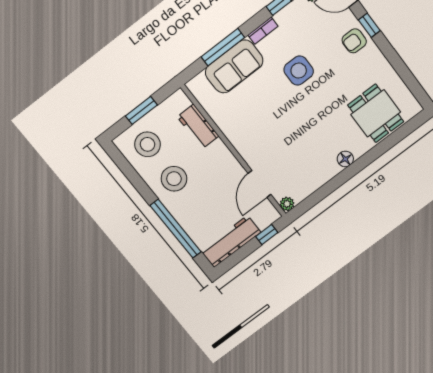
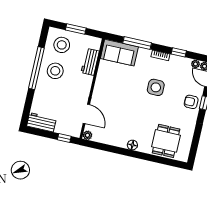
sofa: (234, 66) -> (119, 53), moved
door: (259, 184) -> (86, 114), swing flipped
window: (176, 229) -> (36, 68), moved
workbench: (231, 241) -> (41, 122), width x0.73

